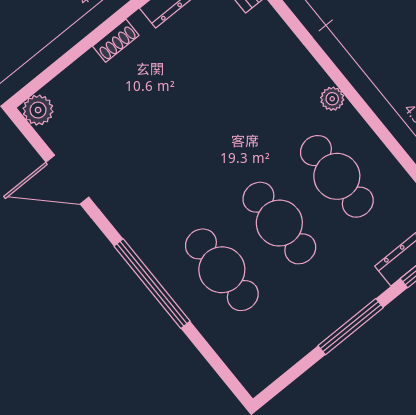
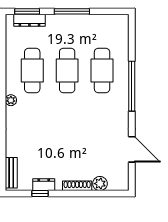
shoe rack: (116, 41) -> (77, 186), width x1.43
plant: (38, 110) -> (100, 184), moved

